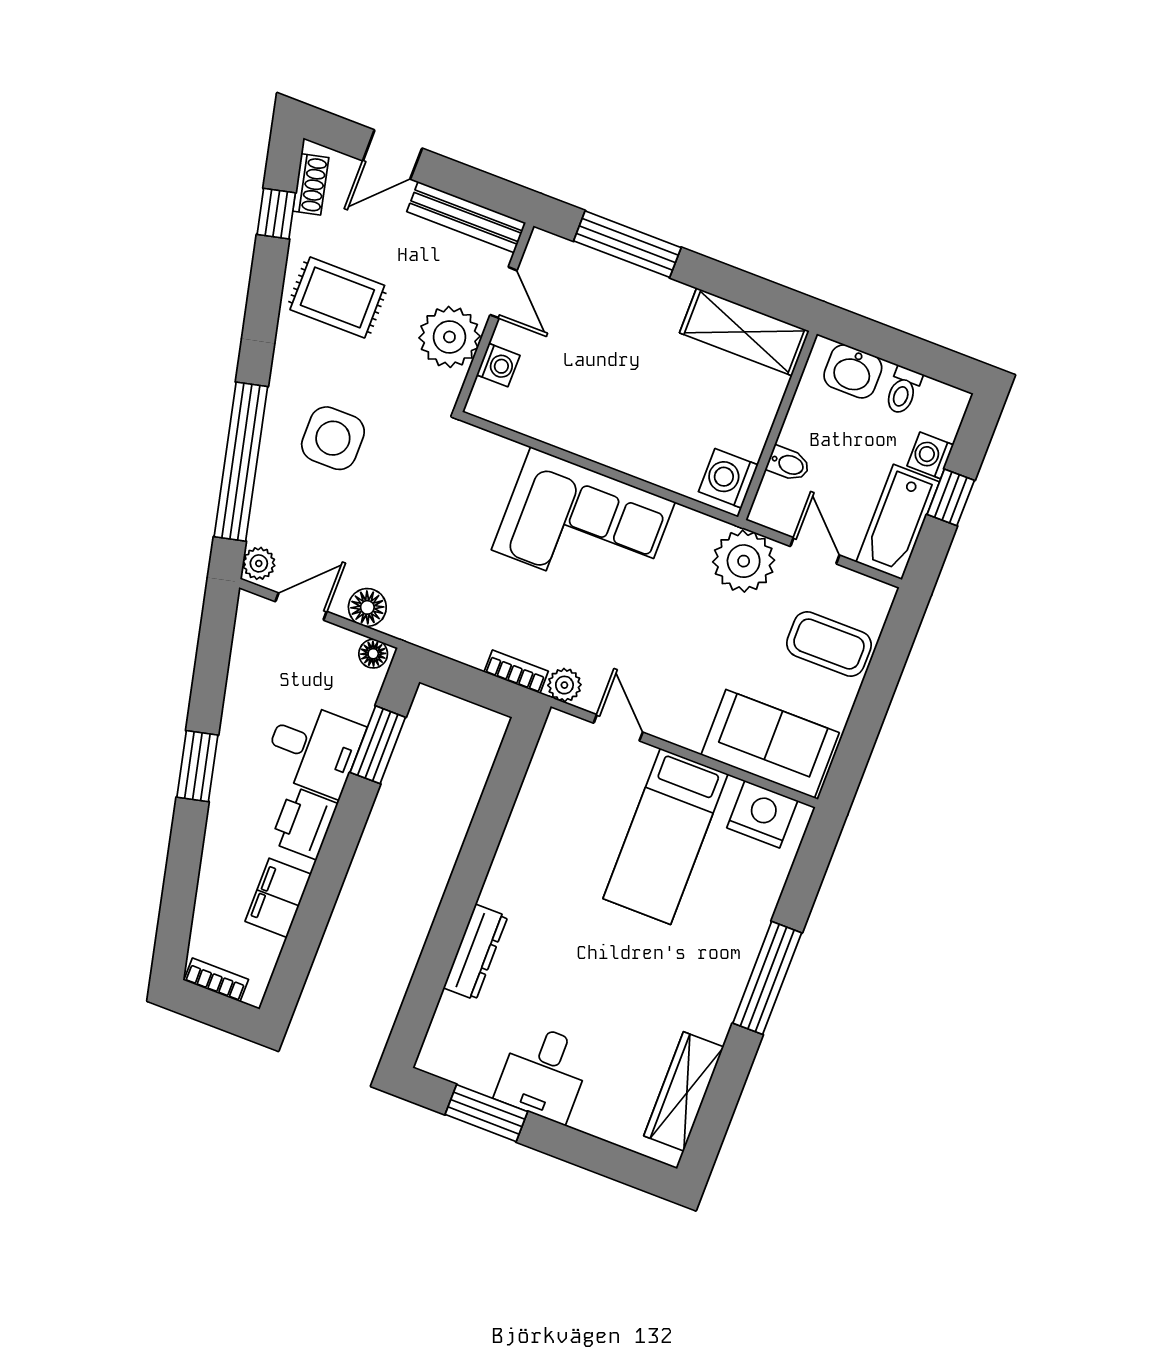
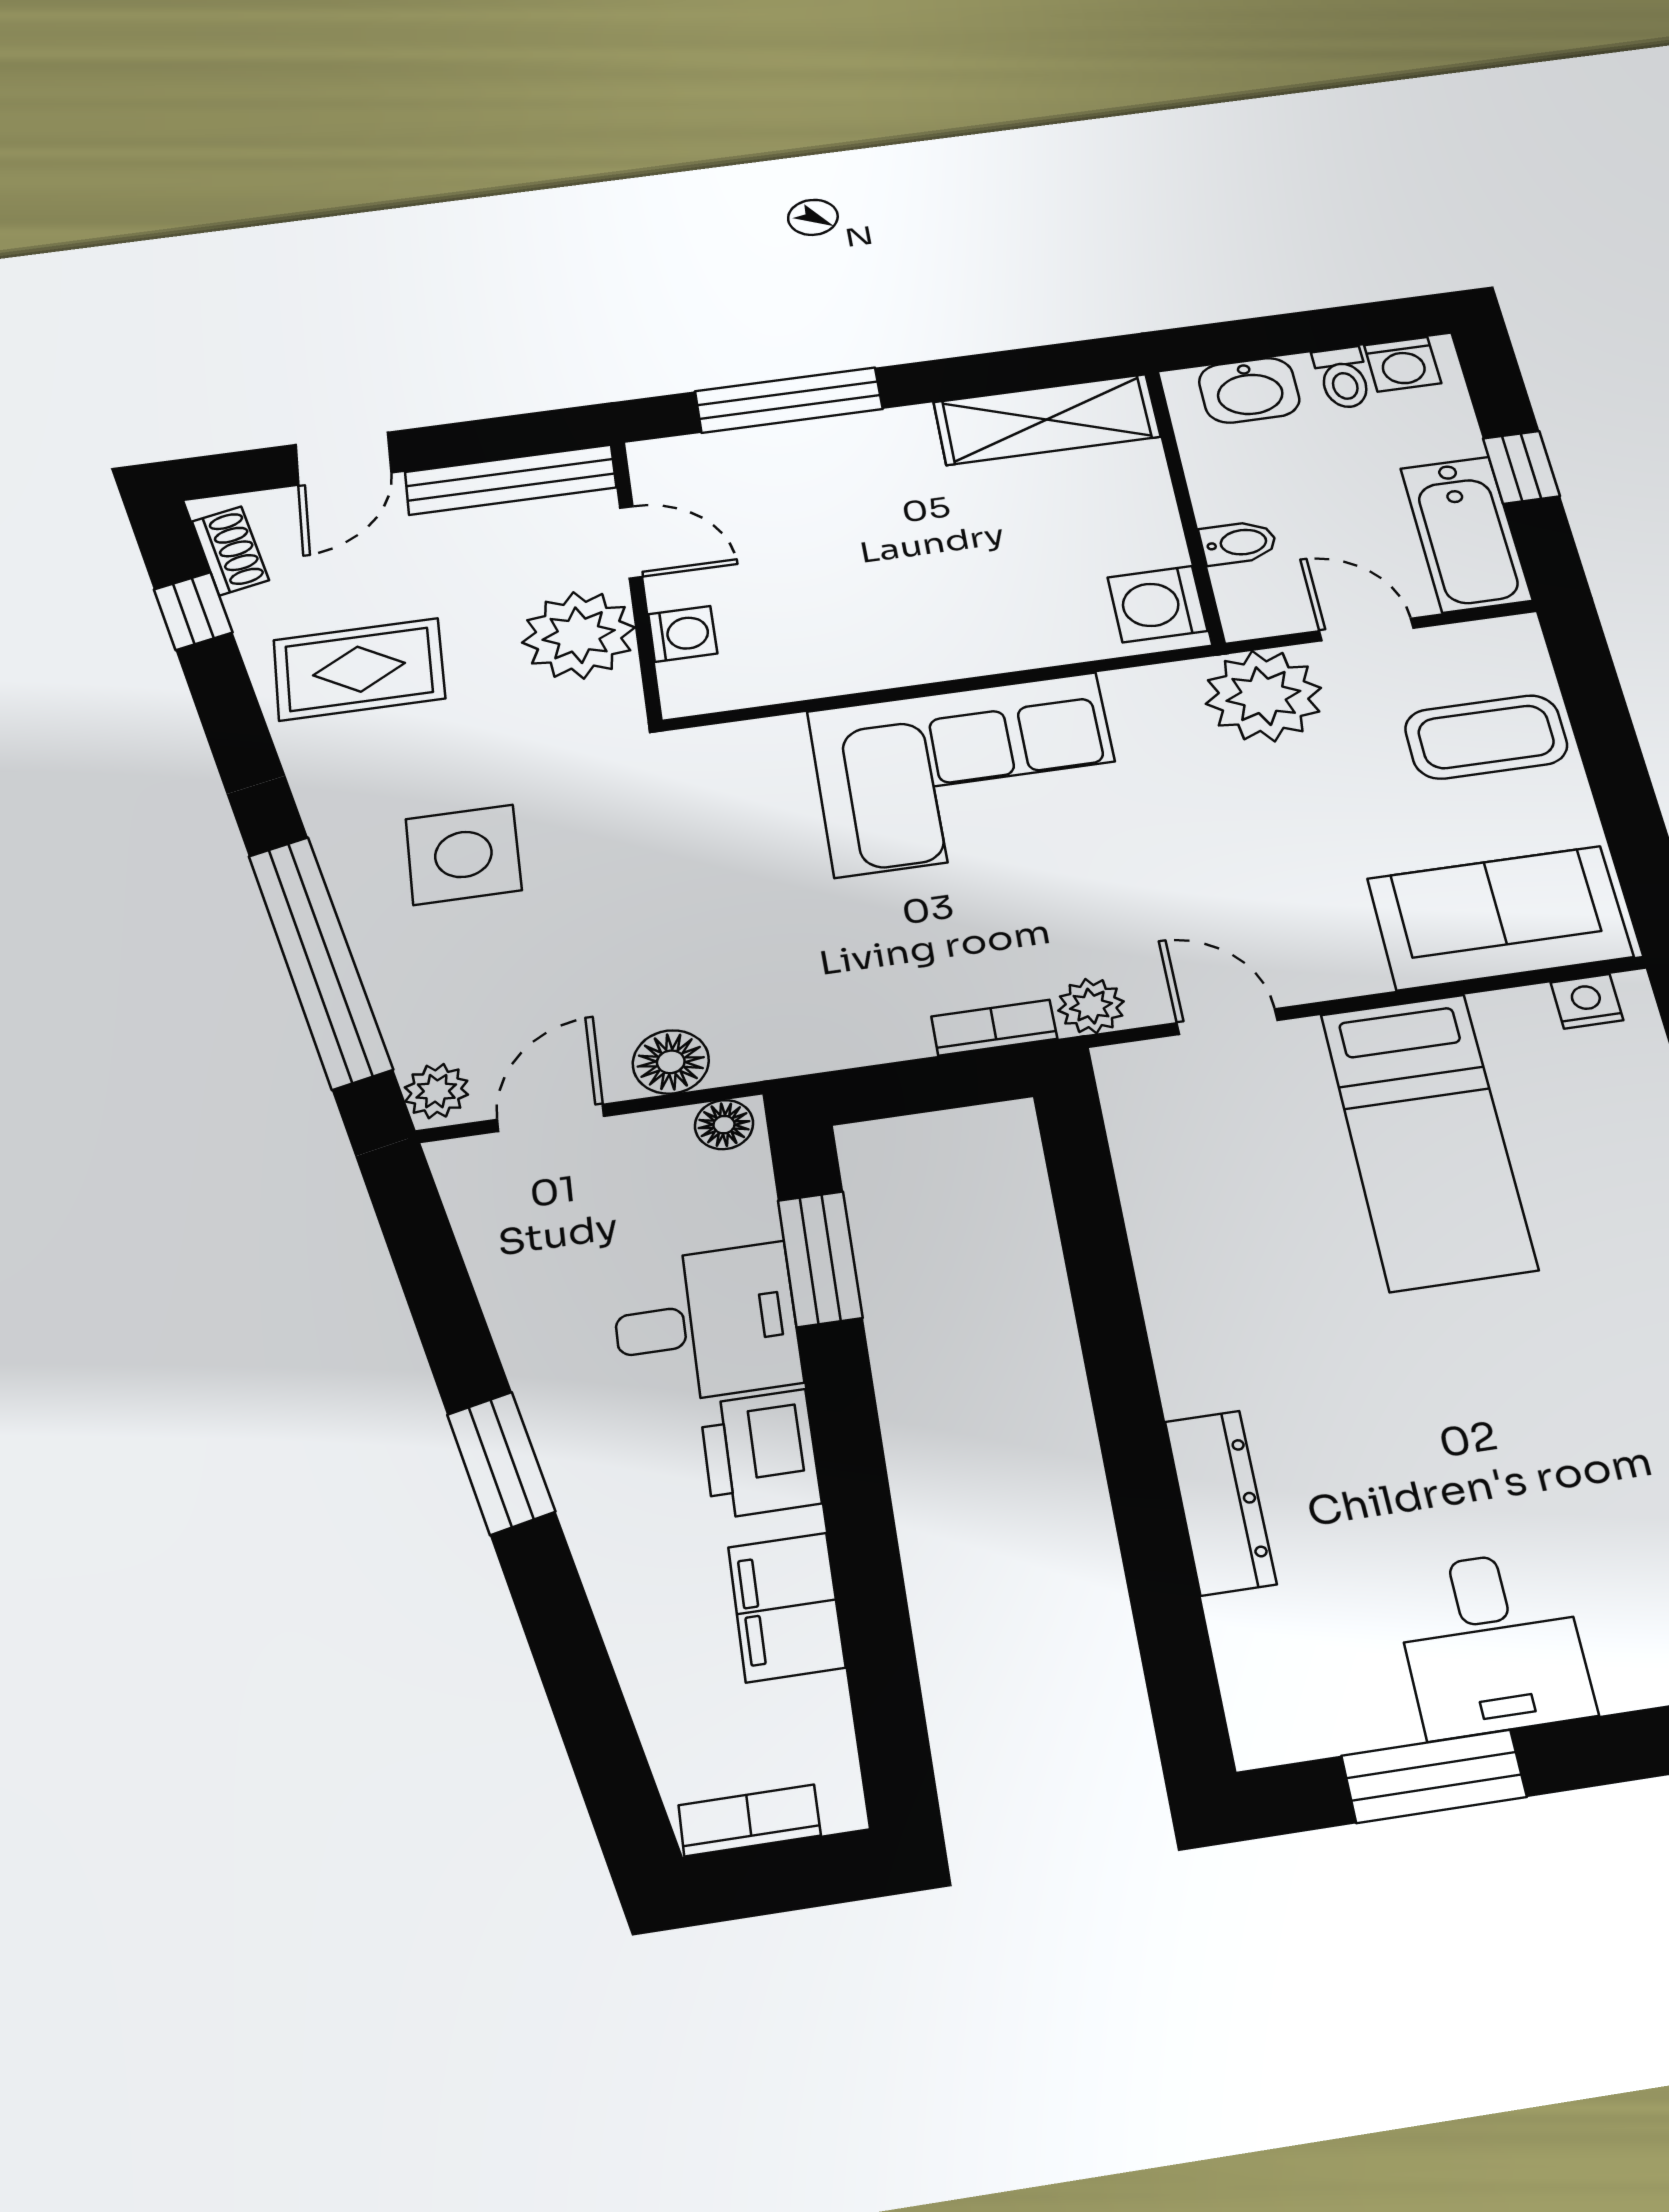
washing machine: (930, 455) -> (1403, 364), moved, turned -90
nightstand: (762, 814) -> (1587, 1001), width x0.53, depth x0.56

